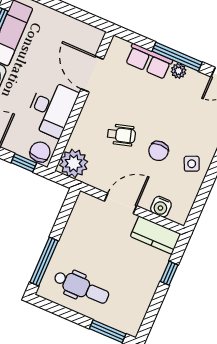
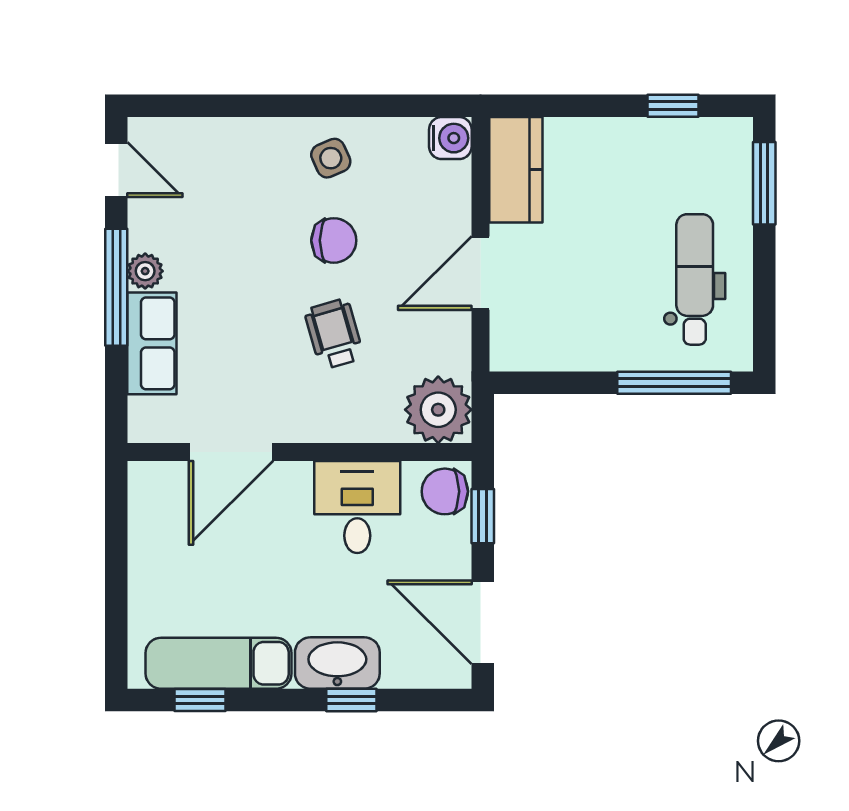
desk: (52, 108) -> (357, 507), width x0.73
door: (121, 203) -> (480, 273), hinge flipped
water cooler: (161, 207) -> (450, 138), moved
window: (169, 273) -> (673, 106), moved

